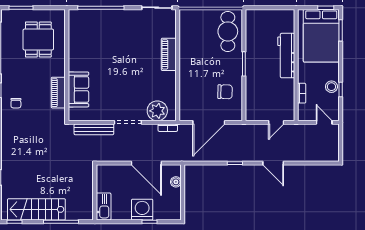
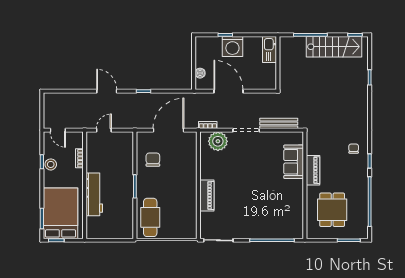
chair: (225, 92) -> (153, 160), turned 89
piano: (58, 93) -> (313, 170), moved

